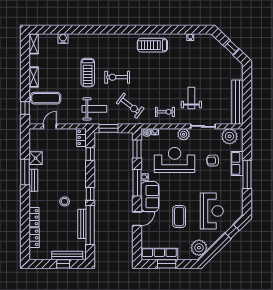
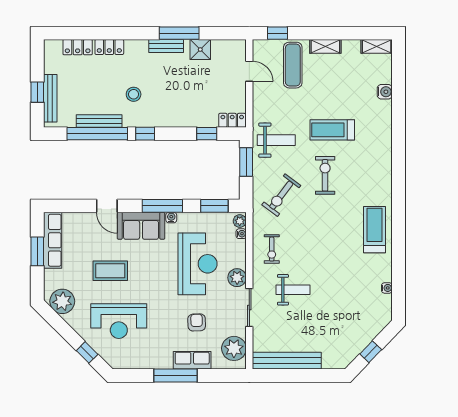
weight bench: (94, 109) -> (276, 140), turned -90

